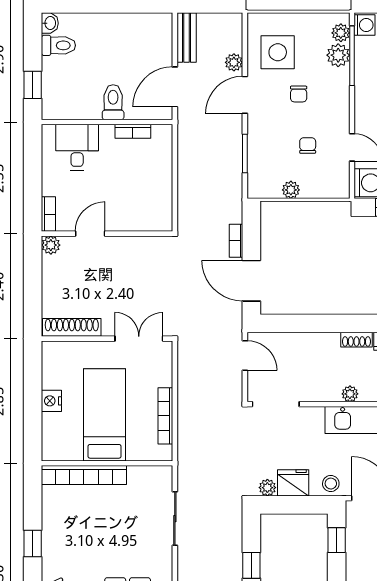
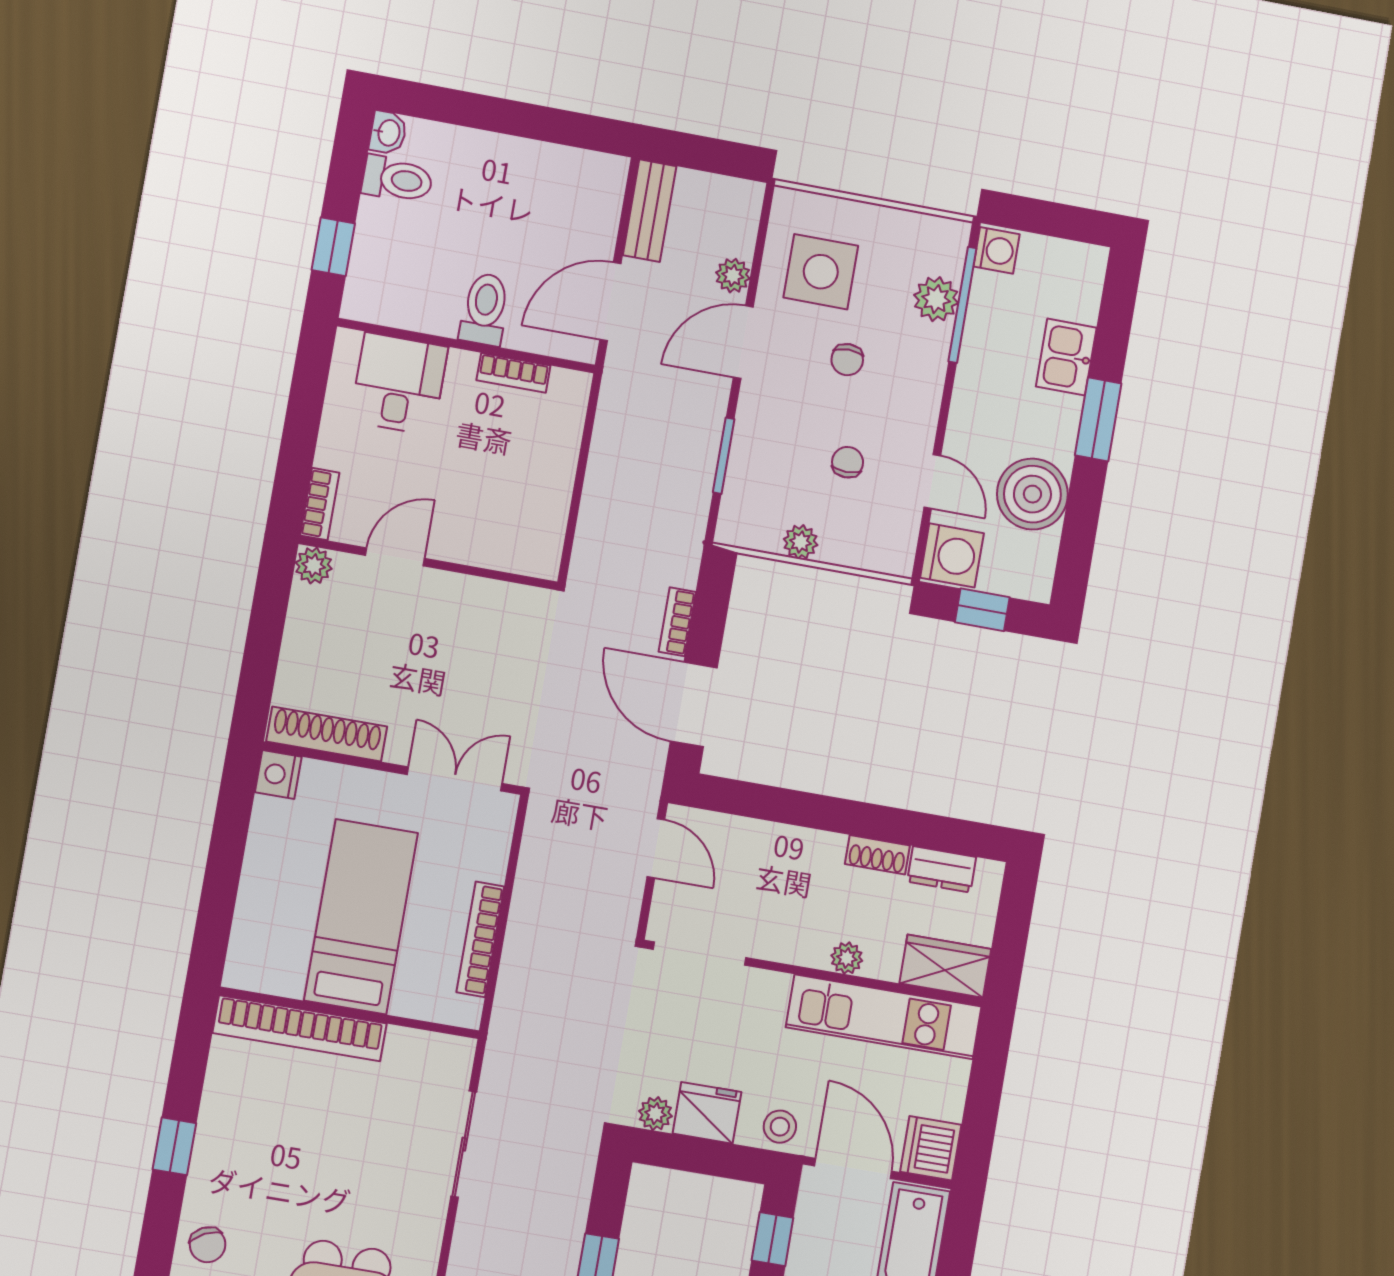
plant: (341, 33) -> (948, 257), removed
nightstand: (51, 401) -> (278, 774), moved

